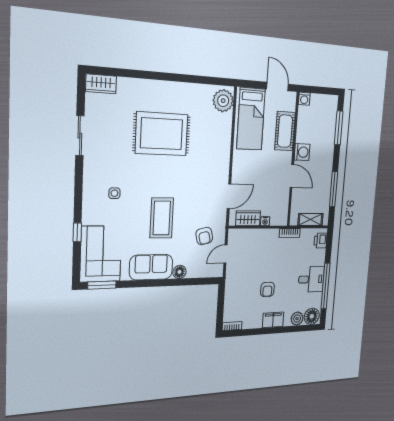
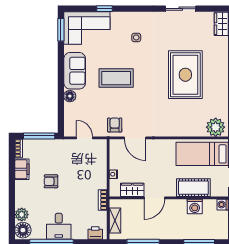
washing machine: (302, 152) -> (195, 206), moved
wardrobe: (248, 218) -> (132, 190), moved, turned -90
armchair: (204, 236) -> (115, 125), moved, turned 103
window: (221, 305) -> (39, 136), added
filing cabinet: (273, 320) -> (22, 169), moved

